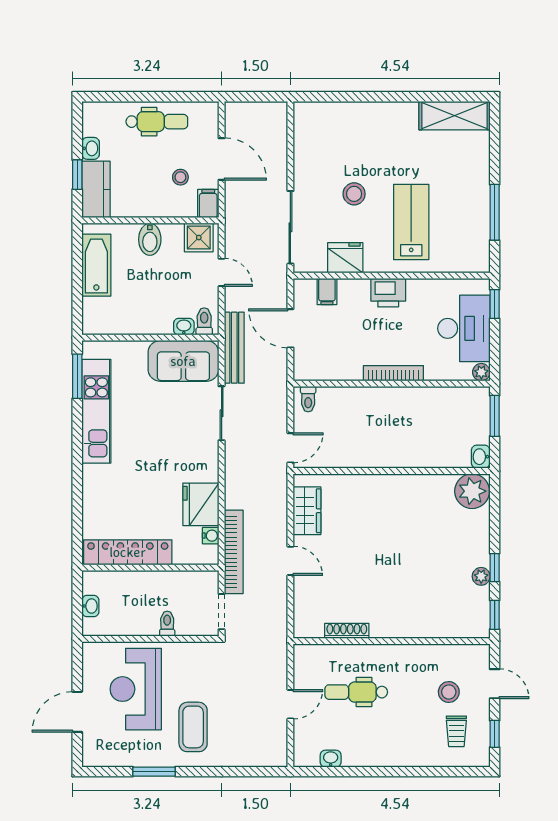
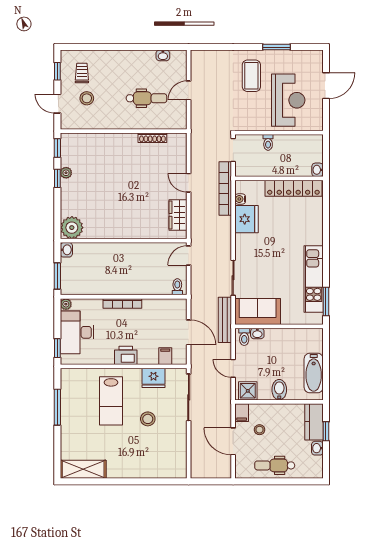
washbasin: (90, 606) -> (318, 170), moved

